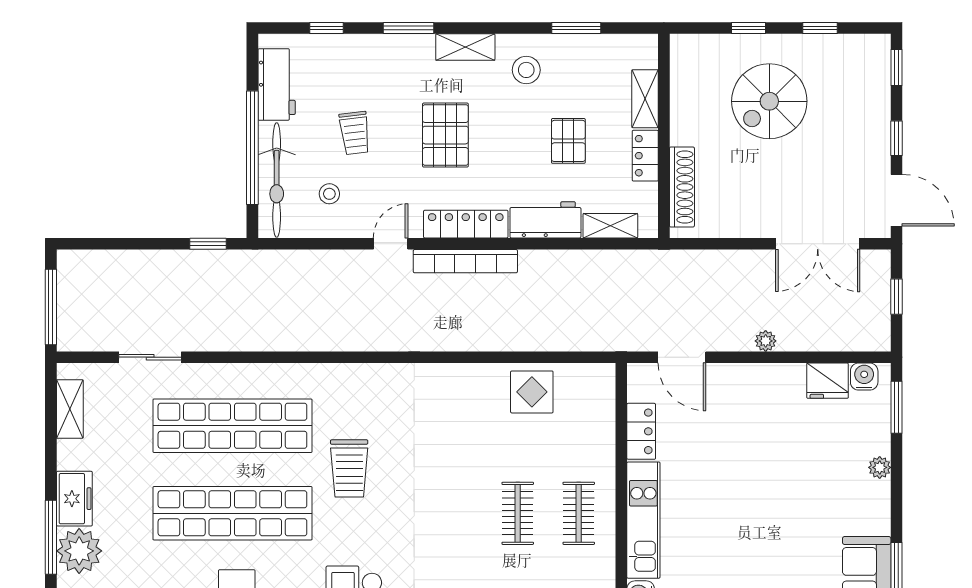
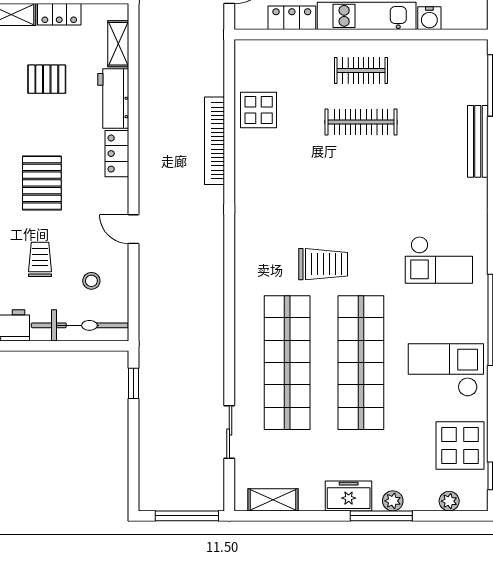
trolley: (355, 133) -> (40, 259), turned -83
pallet: (445, 135) -> (42, 183), turned 90
window: (252, 148) -> (52, 346), removed
locker: (466, 224) -> (117, 154), width x0.66
bookcase: (465, 261) -> (215, 141), moved, turned 180
clothes rail: (518, 513) -> (361, 122), width x1.36
plant: (79, 551) -> (393, 501), width x0.53, depth x0.53

